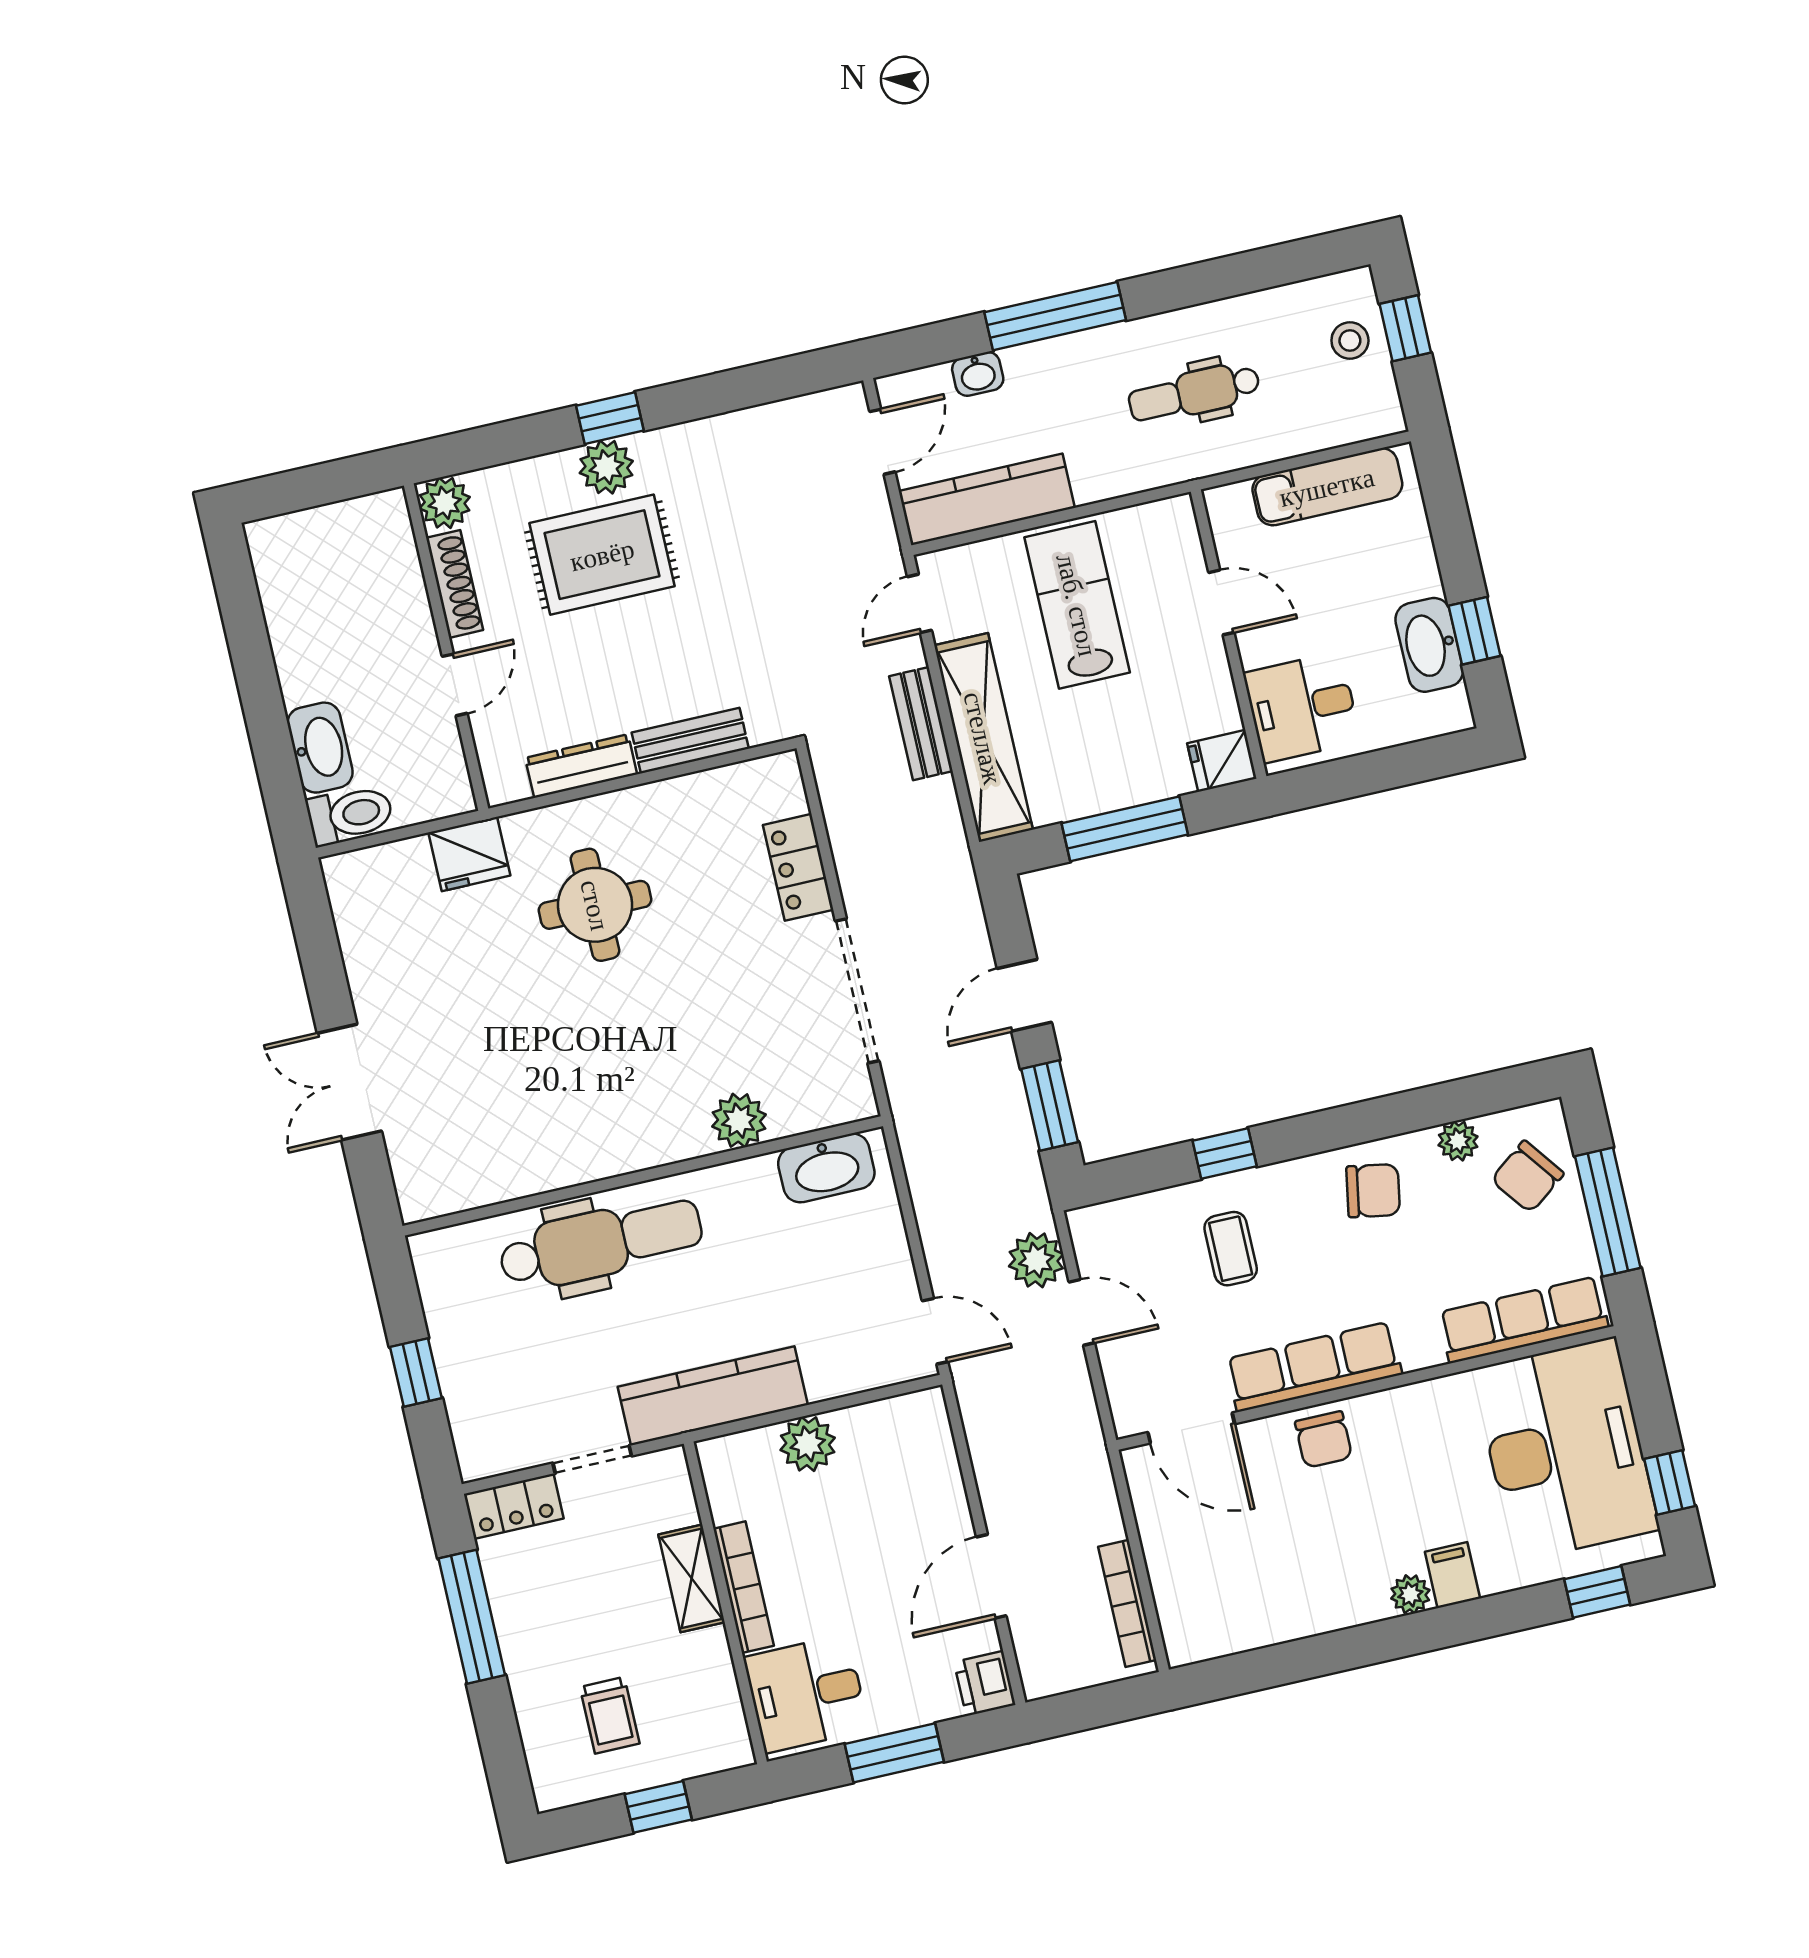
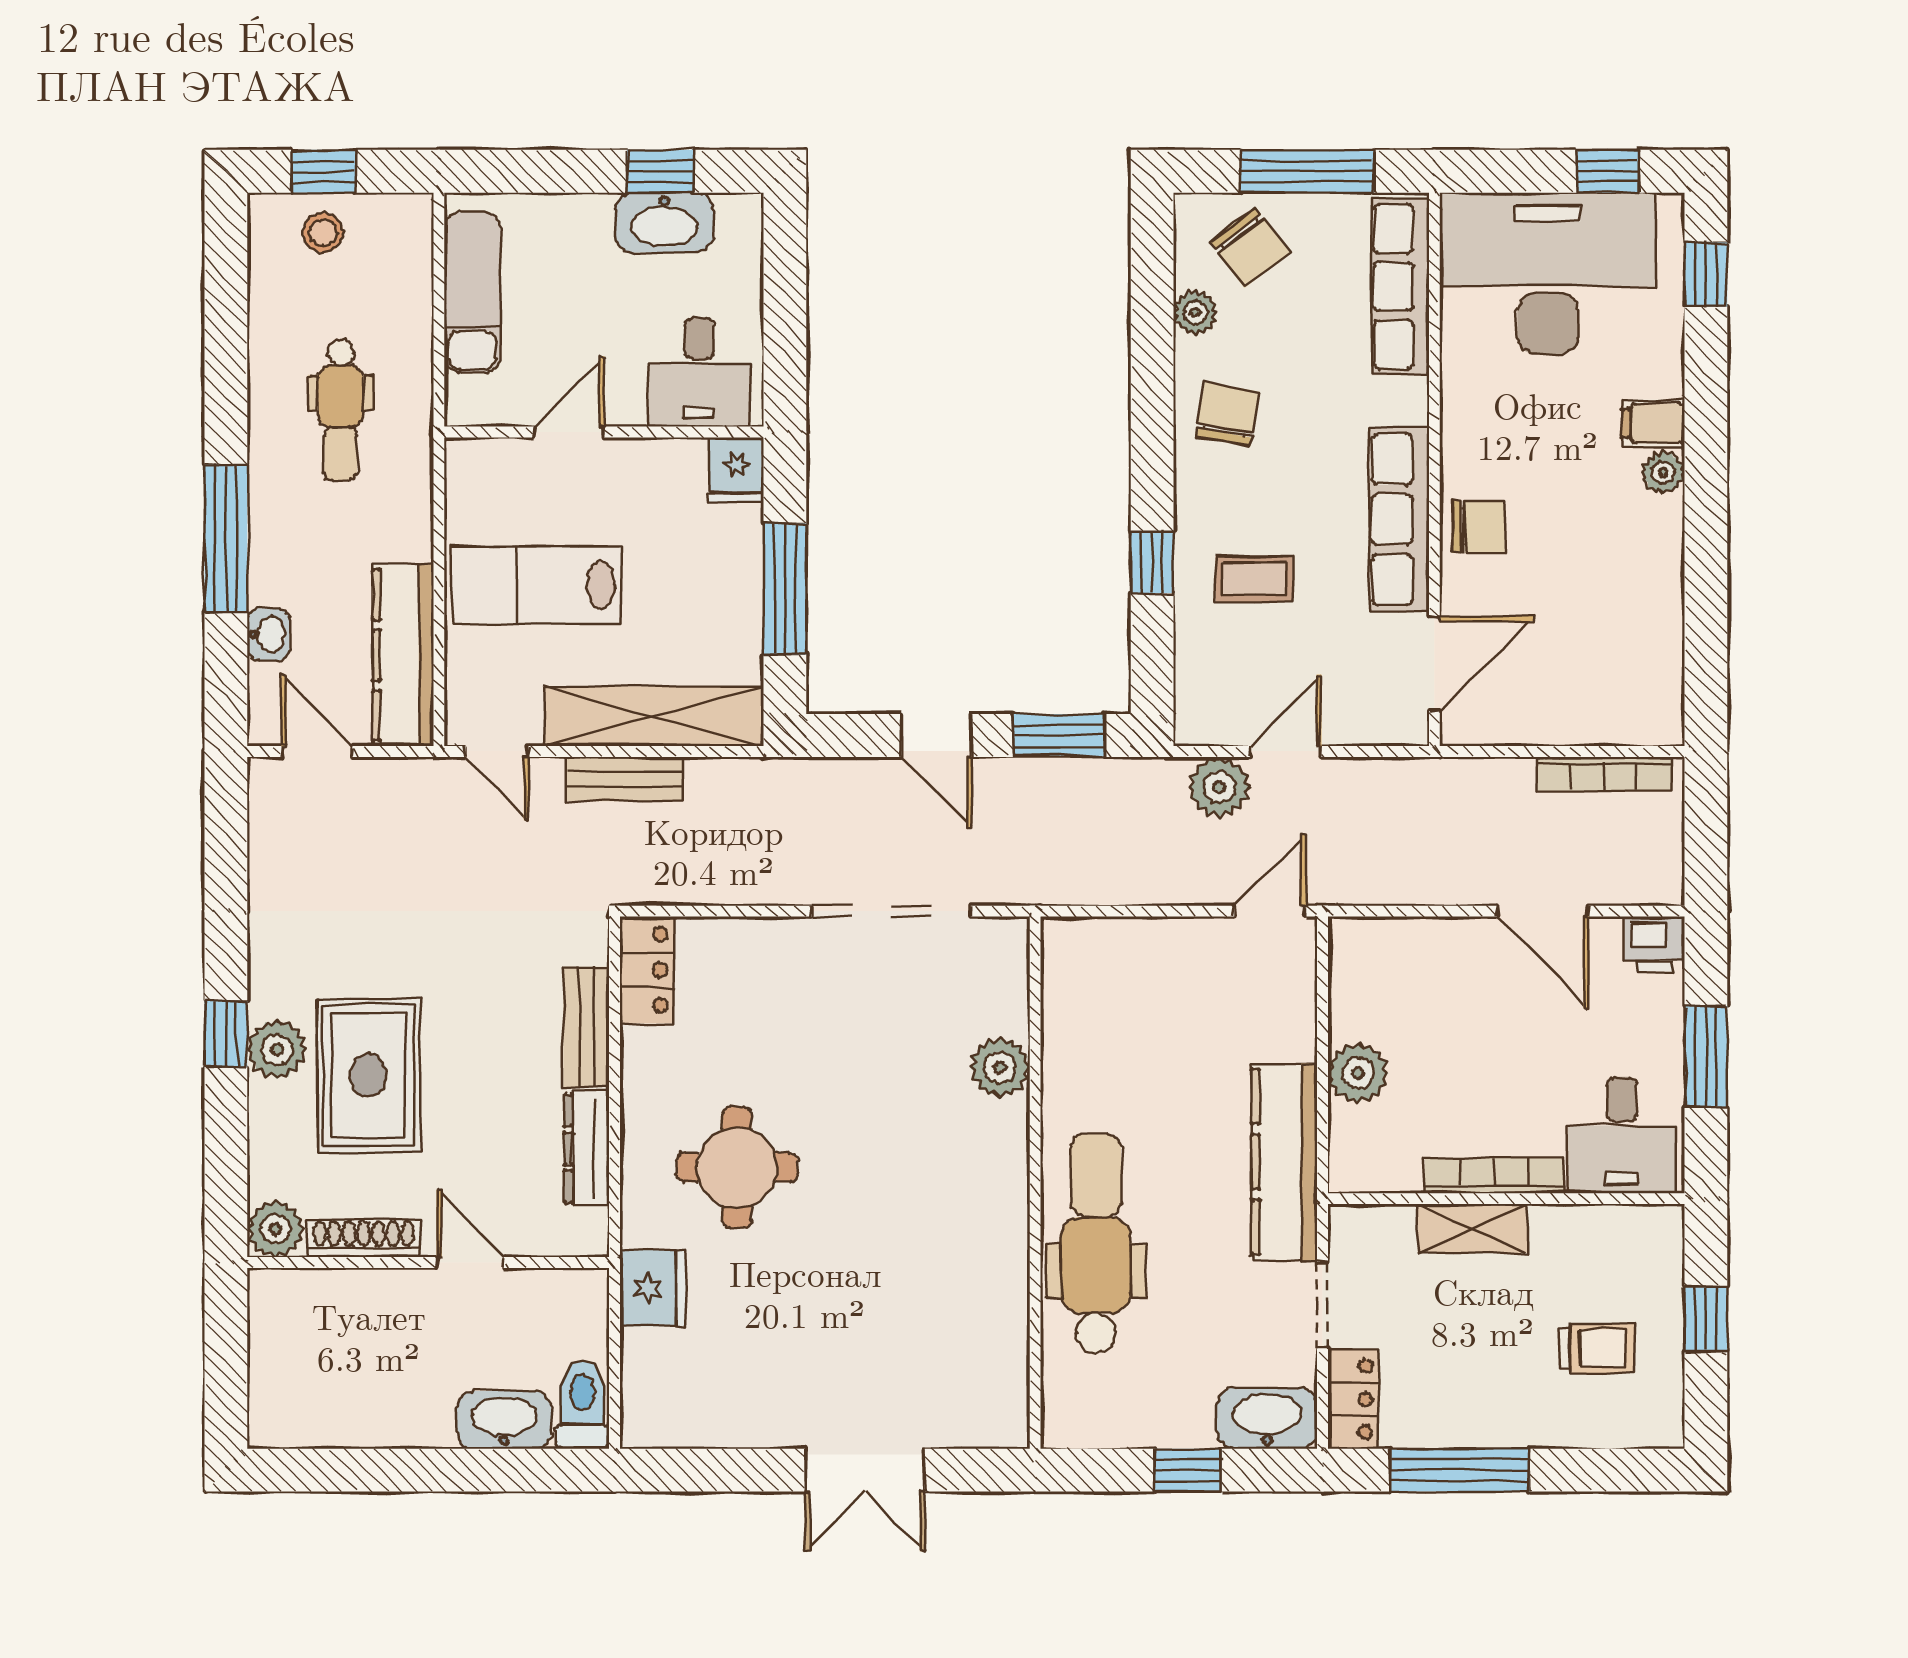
locker: (798, 867) -> (647, 970), moved, turned -90
washbasin: (826, 1168) -> (1267, 1418), moved, turned -90

